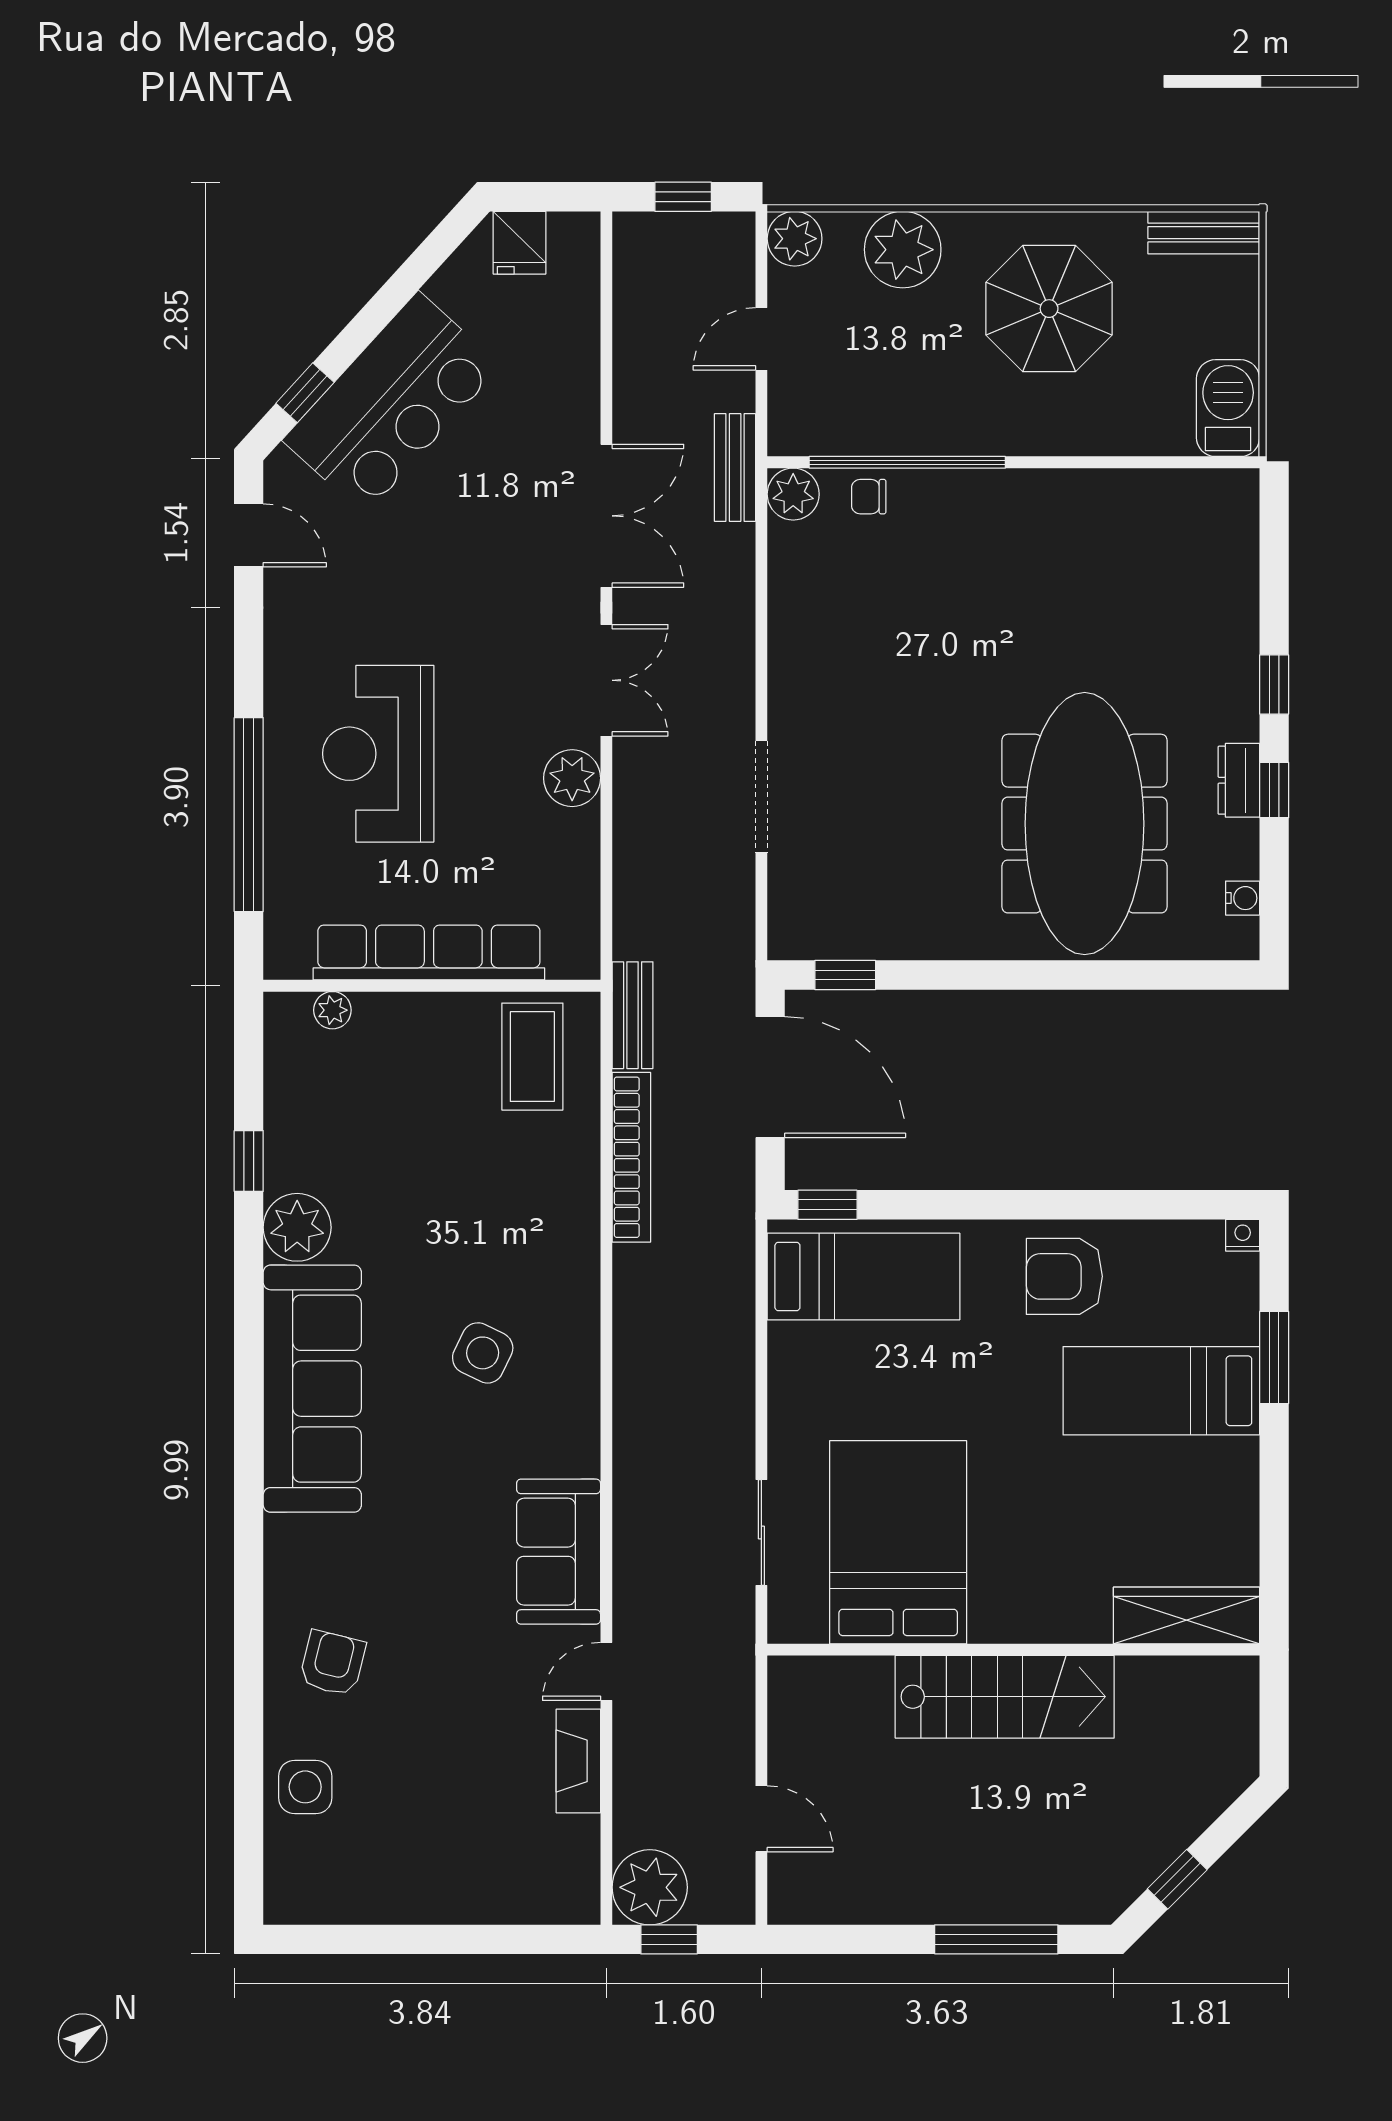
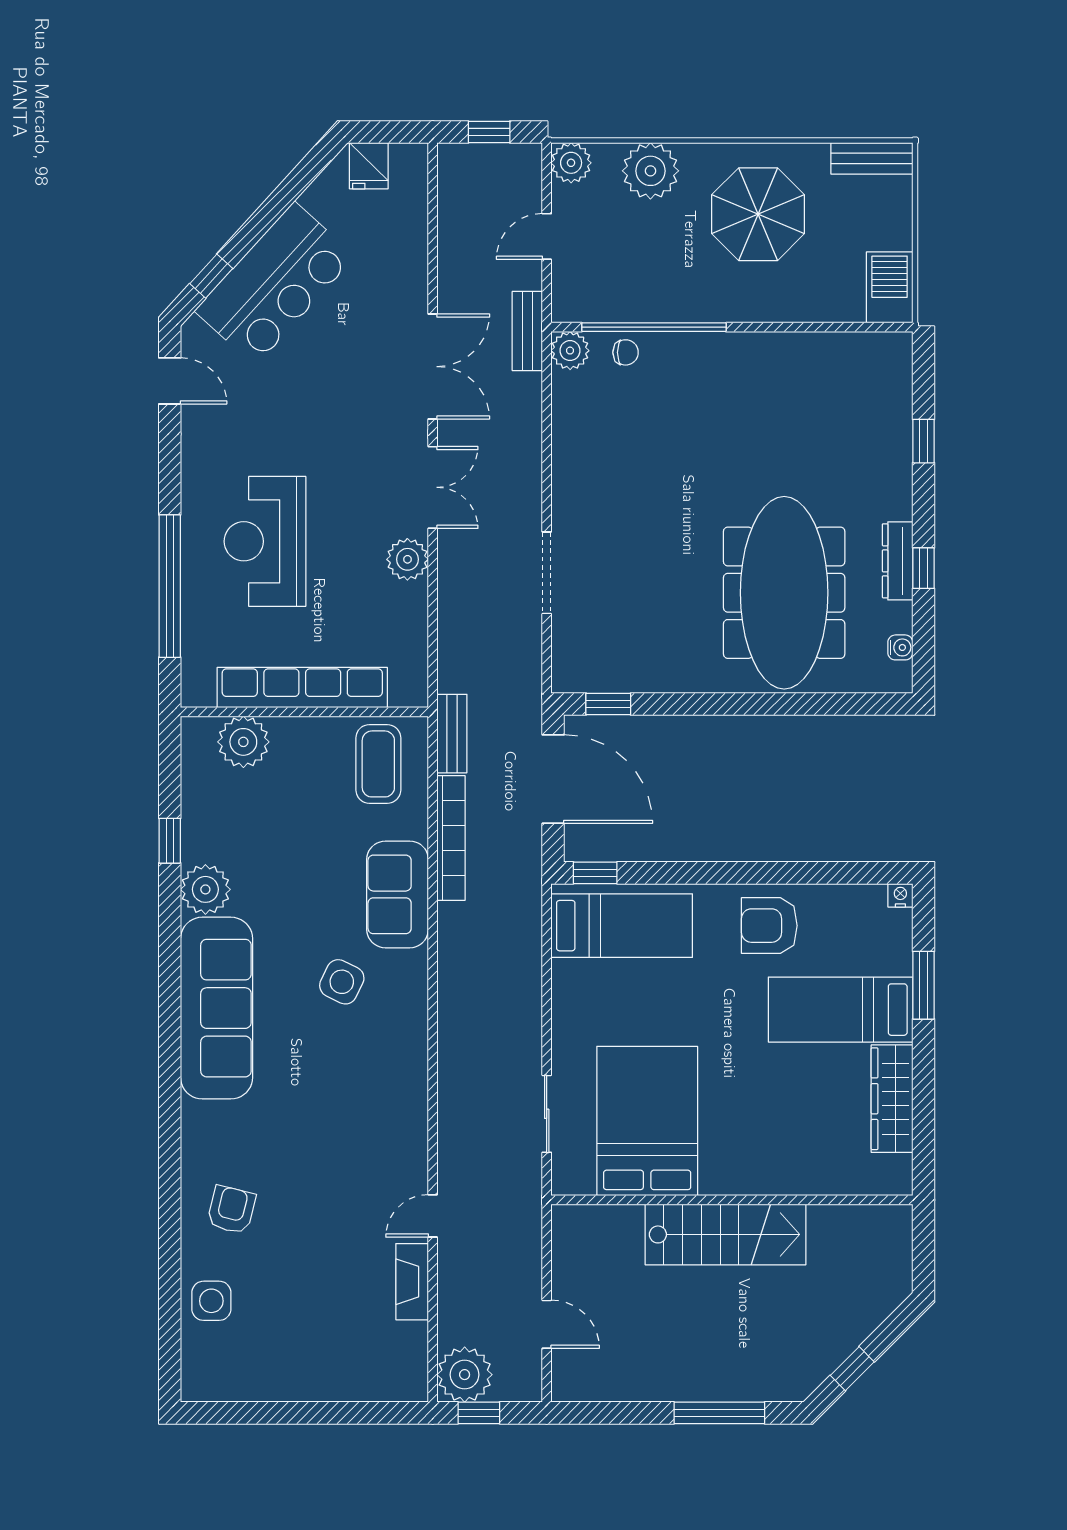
chair: (869, 497) -> (626, 352), turned 180
window: (1274, 684) -> (923, 441), moved
dresser: (1239, 780) -> (898, 561), width x1.44
plant: (332, 1010) -> (243, 742), width x1.88, depth x1.88
sofa: (559, 1552) -> (398, 894), moved
wardrobe: (1186, 1616) -> (892, 1099), moved, turned -90

